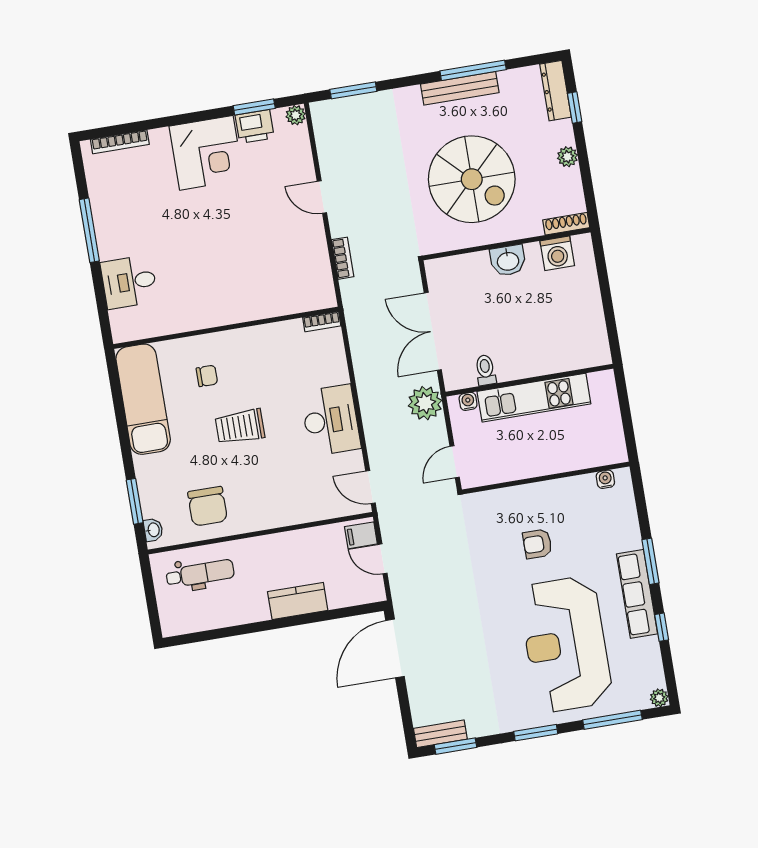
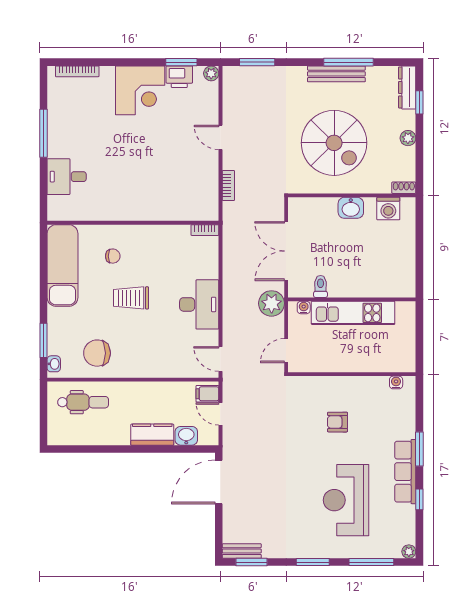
shoe rack: (566, 224) -> (404, 188), width x0.70
chair: (208, 506) -> (97, 353), turned 90
washbasin: (342, 595) -> (186, 436), added
reception desk: (566, 644) -> (346, 500), width x0.74, depth x0.77

